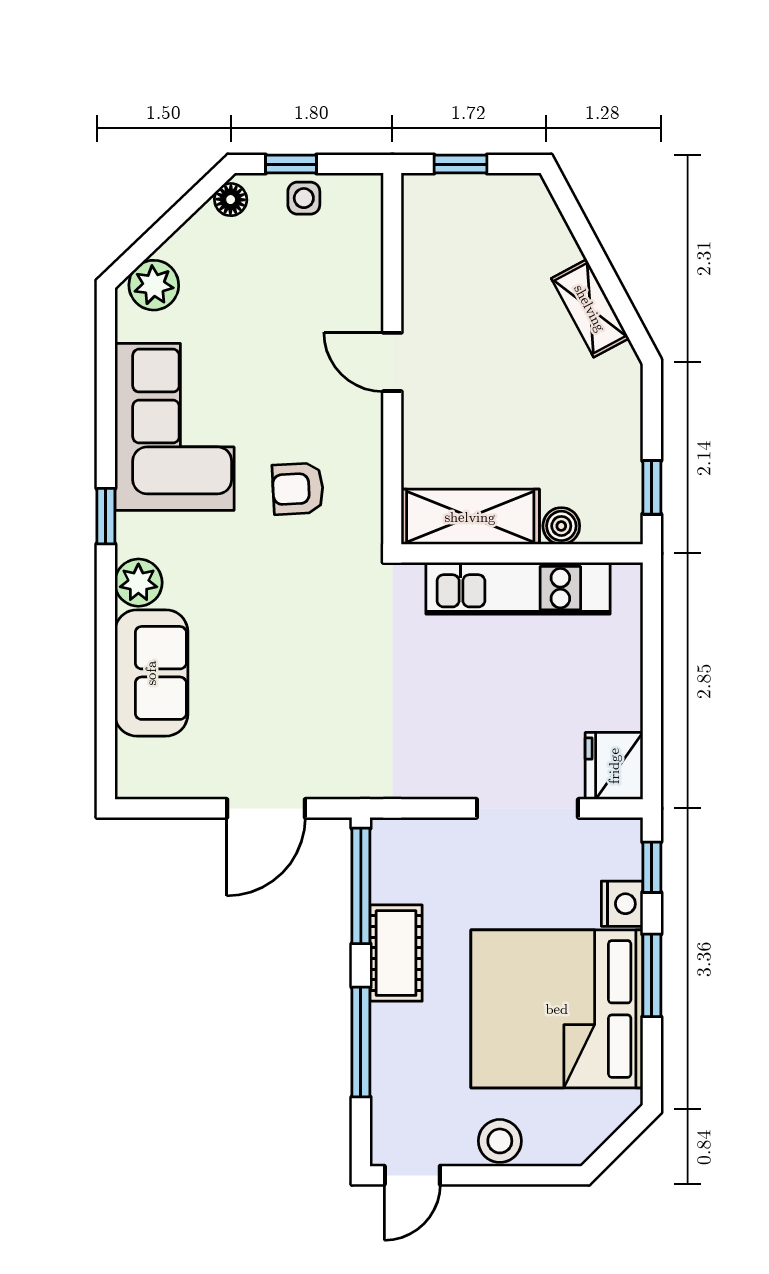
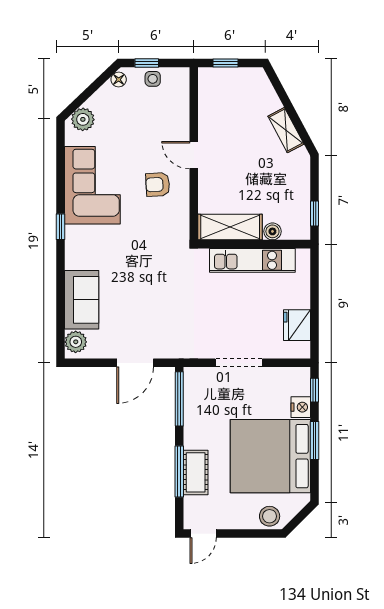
armchair: (298, 489) -> (158, 184), moved
plant: (138, 583) -> (76, 342), moved
fridge: (614, 766) -> (297, 325), moved
doorway: (527, 808) -> (239, 363), moved
cot: (396, 953) -> (196, 472), moved
stool: (500, 1141) -> (270, 516), moved

